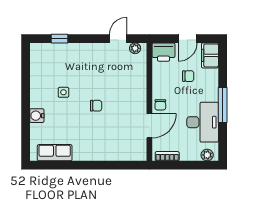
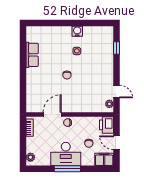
water cooler: (37, 116) -> (77, 31), moved
desk: (203, 122) -> (66, 154), moved
door: (149, 126) -> (52, 115), swing flipped
row of seats: (55, 153) -> (32, 55), moved

